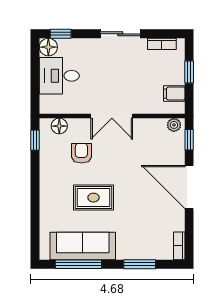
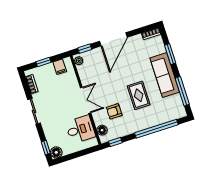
desk: (59, 76) -> (80, 129), moved, turned -90
window: (35, 208) -> (156, 129), added
sofa: (83, 246) -> (165, 75), moved

